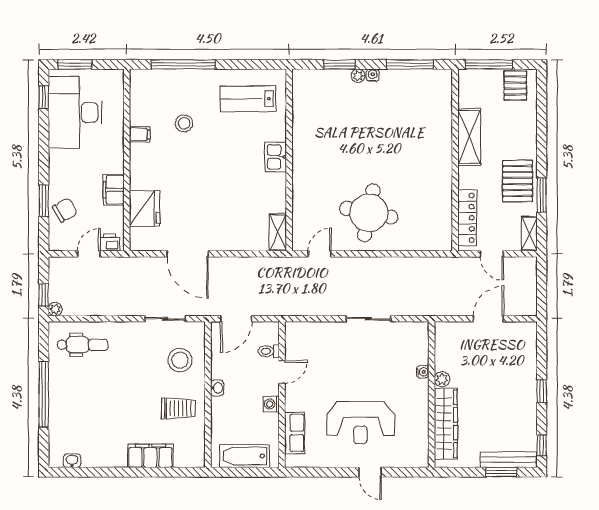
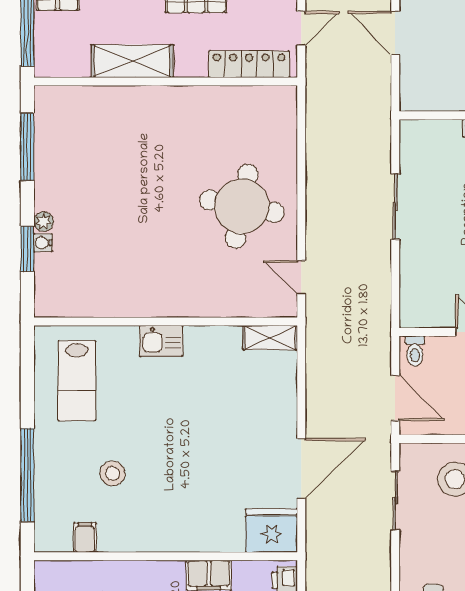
water cooler: (373, 75) -> (43, 243), moved
filing cabinet: (140, 134) -> (85, 537), moved
fridge: (145, 208) -> (272, 531), moved
toilet: (269, 351) -> (415, 351), moved

